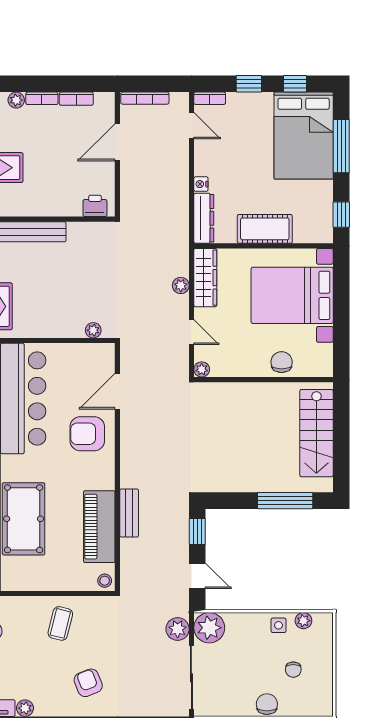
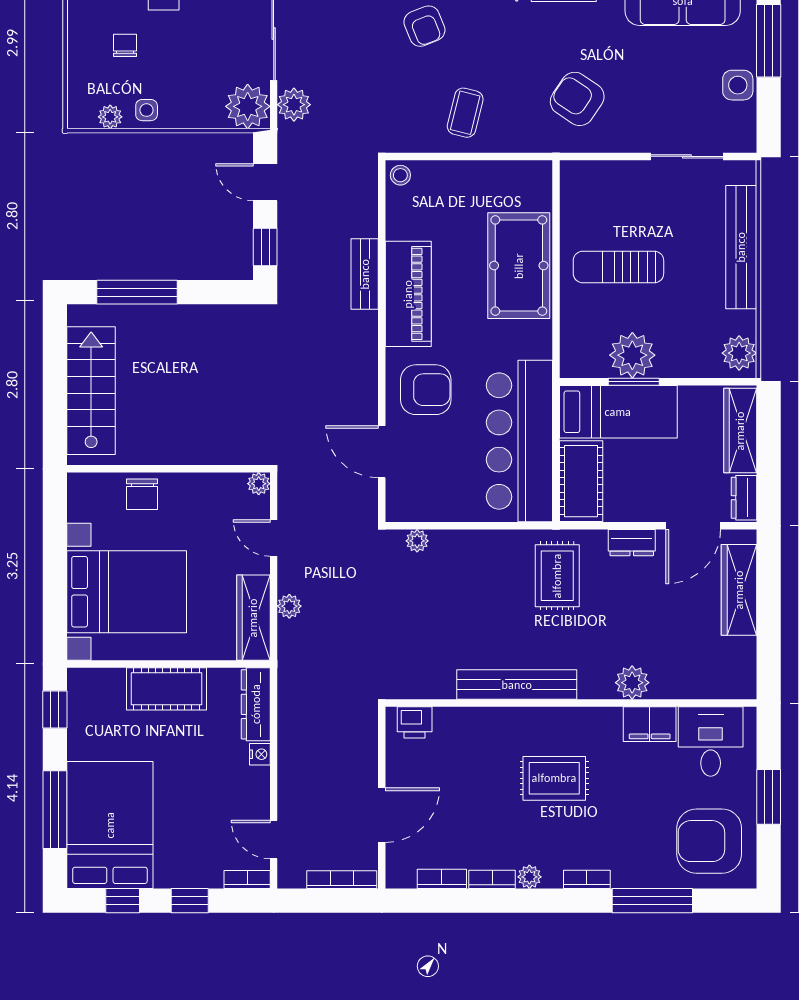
door: (117, 391) -> (382, 452), swing flipped
piano: (99, 527) -> (408, 294), moved

